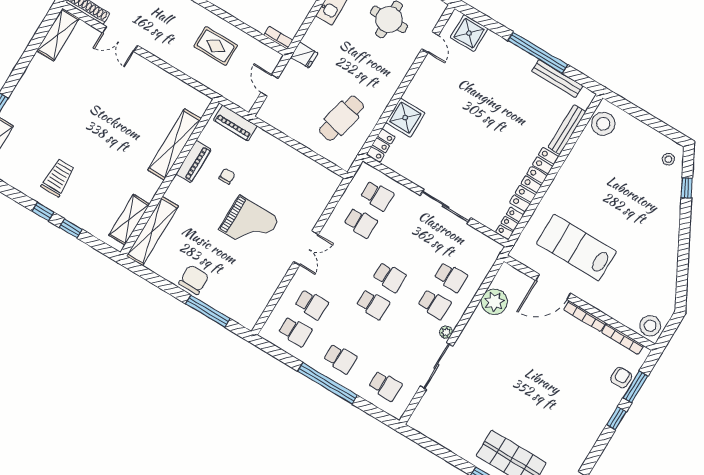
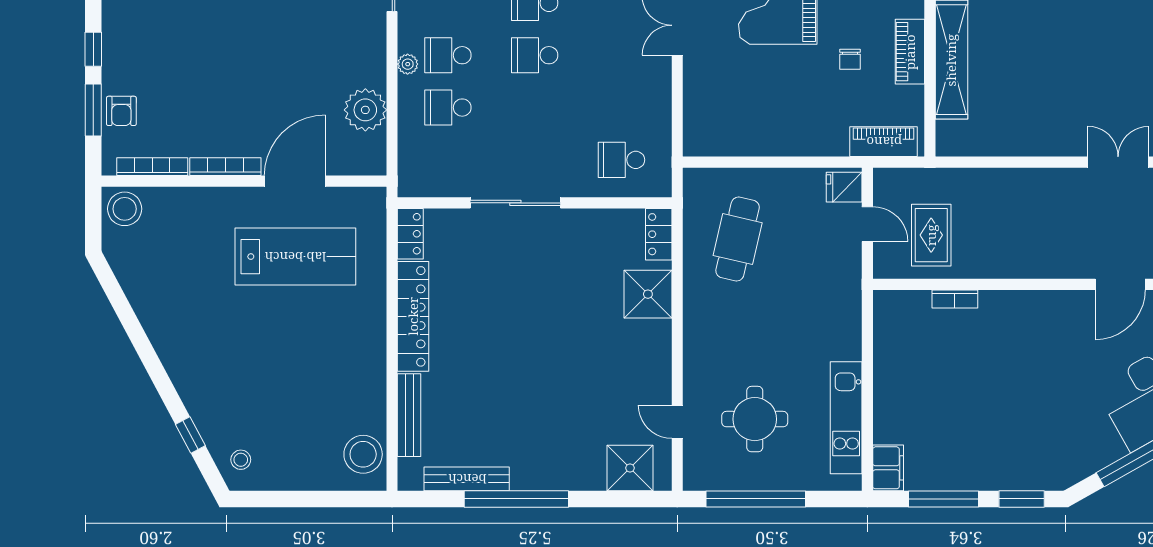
bookcase: (278, 38) -> (955, 299), moved
rug: (216, 46) -> (931, 235), moved, turned 90
fridge: (304, 55) -> (844, 187), moved
school desk: (361, 223) -> (621, 108), removed
plant: (446, 332) -> (408, 64), moved

